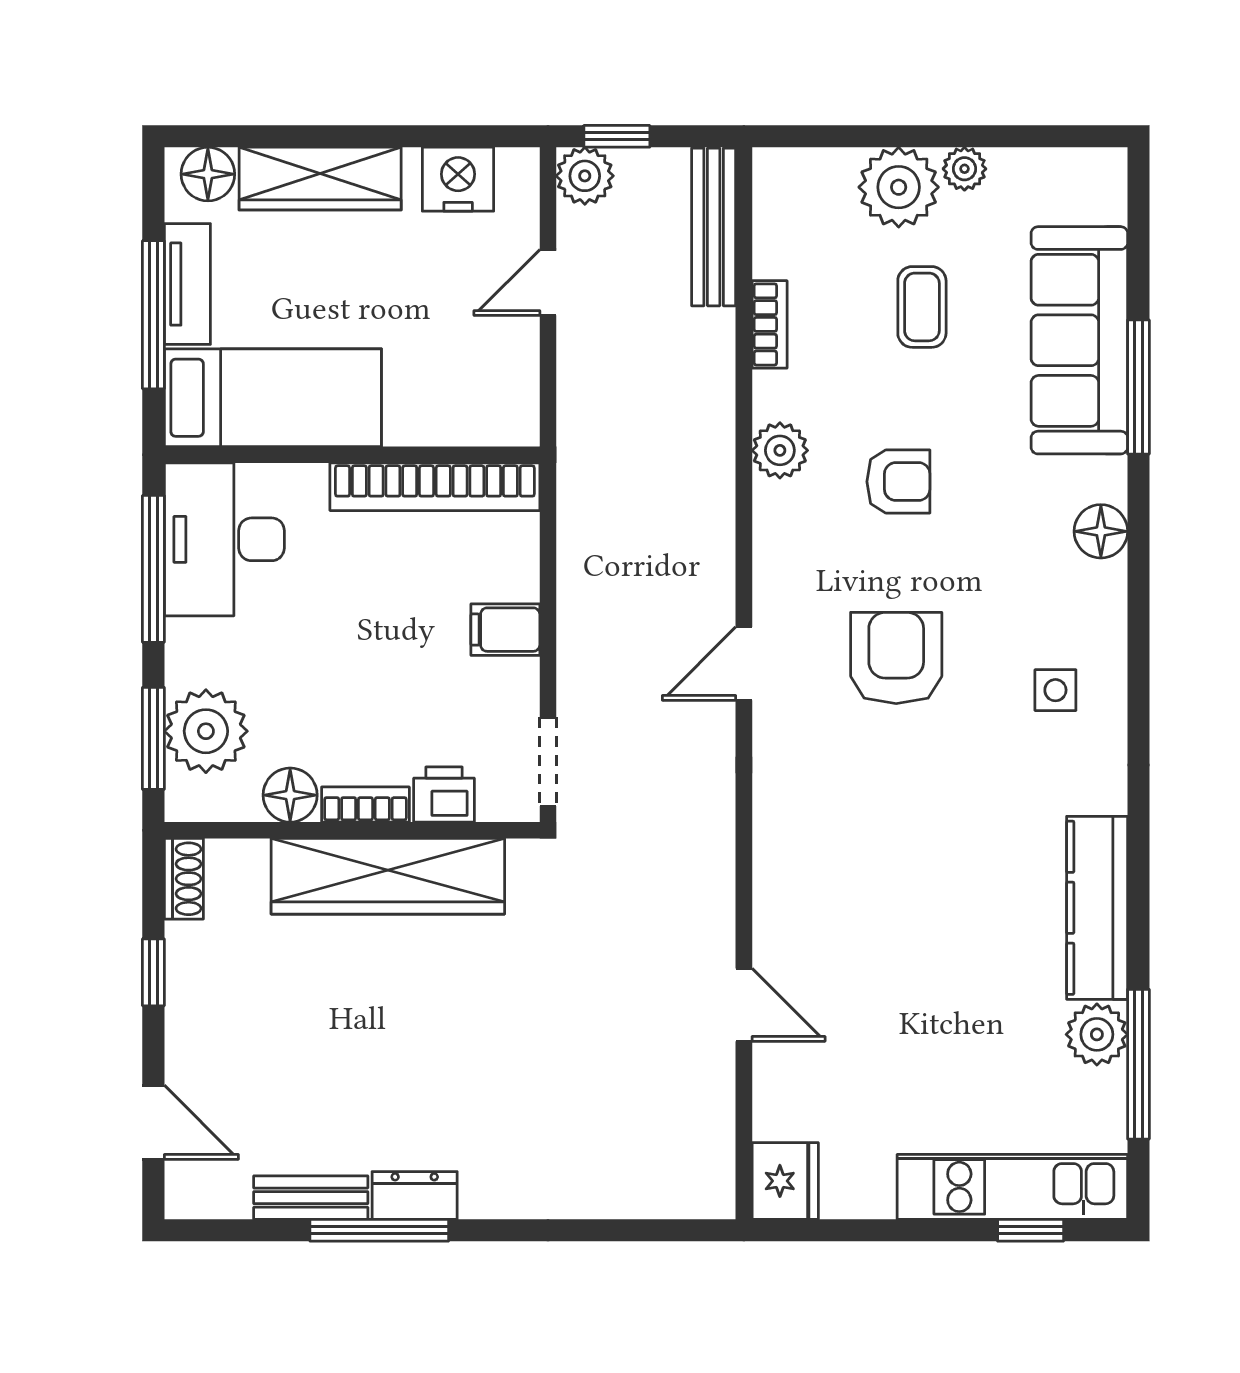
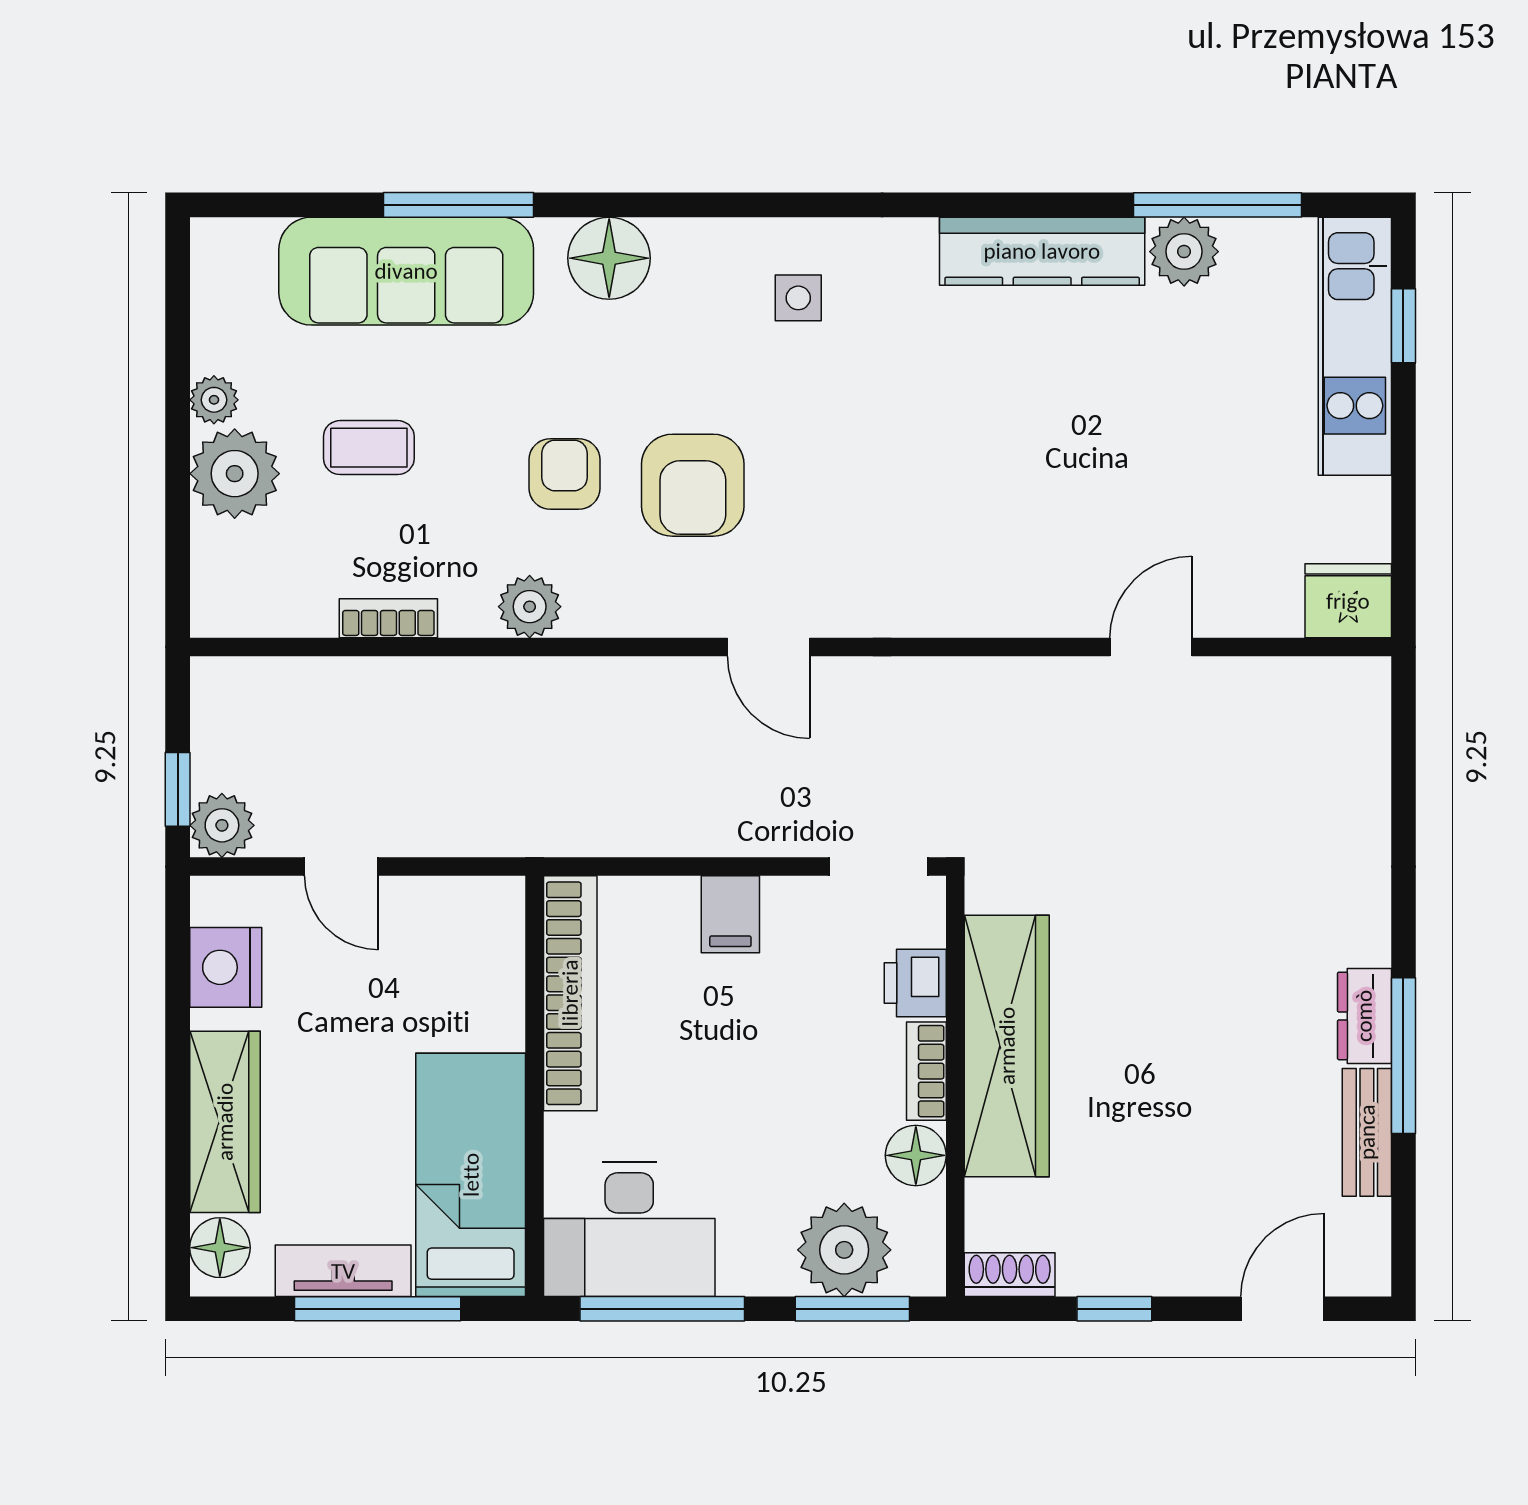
bench: (714, 227) -> (279, 681), removed
floor lamp: (1101, 531) -> (609, 258), width x1.38, depth x1.38
armchair: (896, 658) -> (693, 485), moved, turned -90

